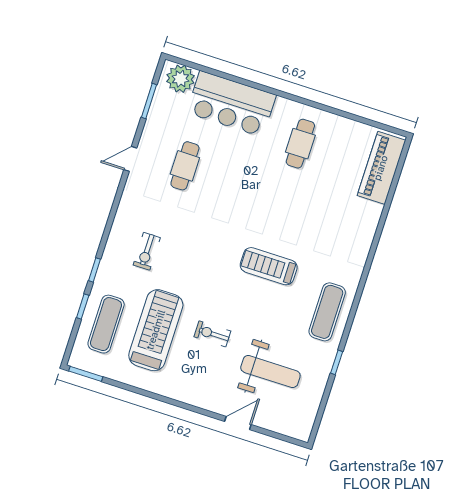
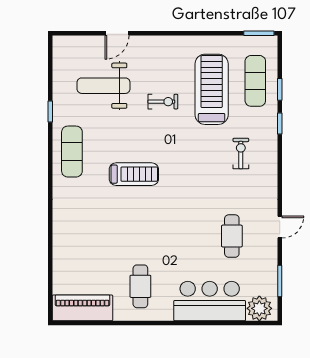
piano: (381, 168) -> (82, 308), moved, turned -90
treadmill: (156, 330) -> (212, 89), turned 180

